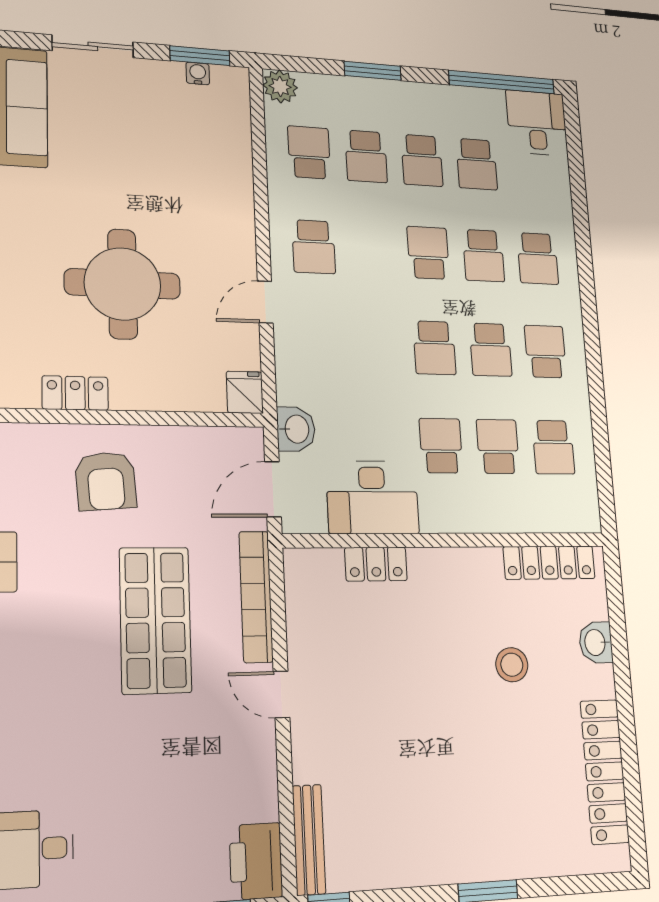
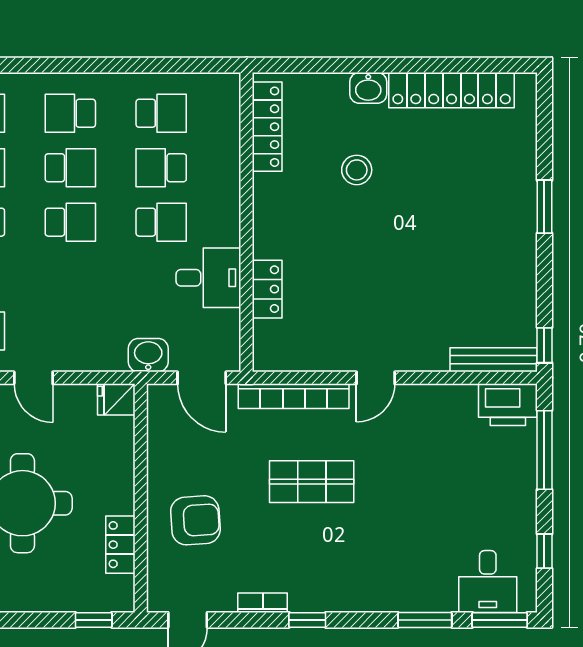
school desk: (441, 446) -> (161, 222), turned 180
desk: (372, 497) -> (208, 278), width x0.73
shop shelf: (155, 620) -> (312, 482), width x0.70, depth x0.74
washbasin: (596, 642) -> (368, 88), moved

